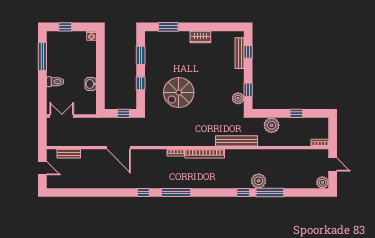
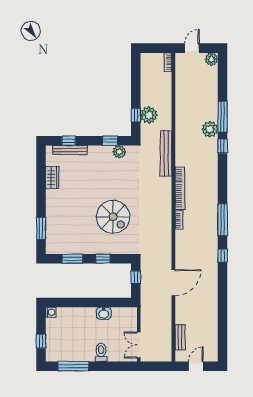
wardrobe: (200, 37) -> (52, 178), moved
window: (296, 113) -> (136, 115), moved

